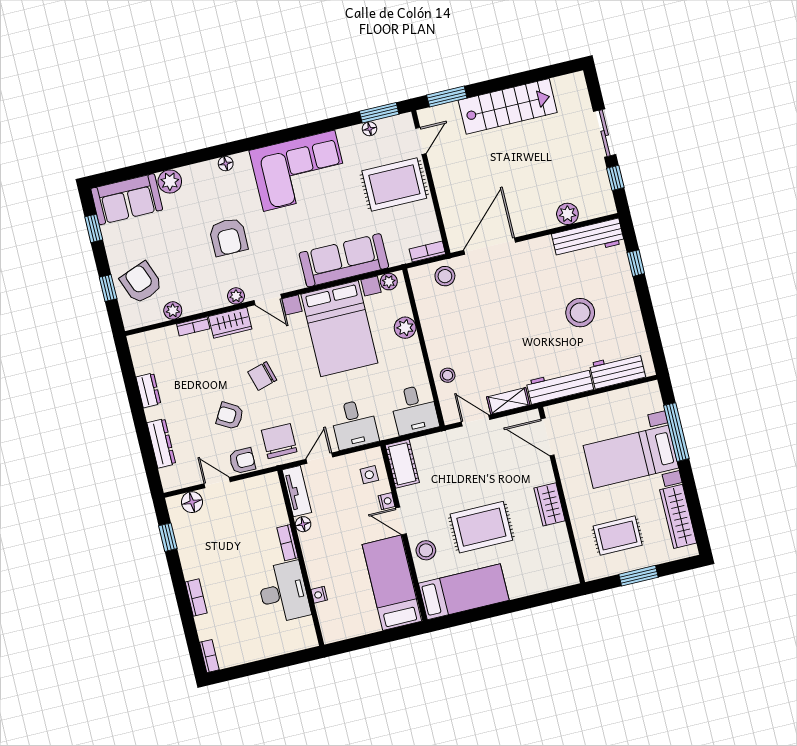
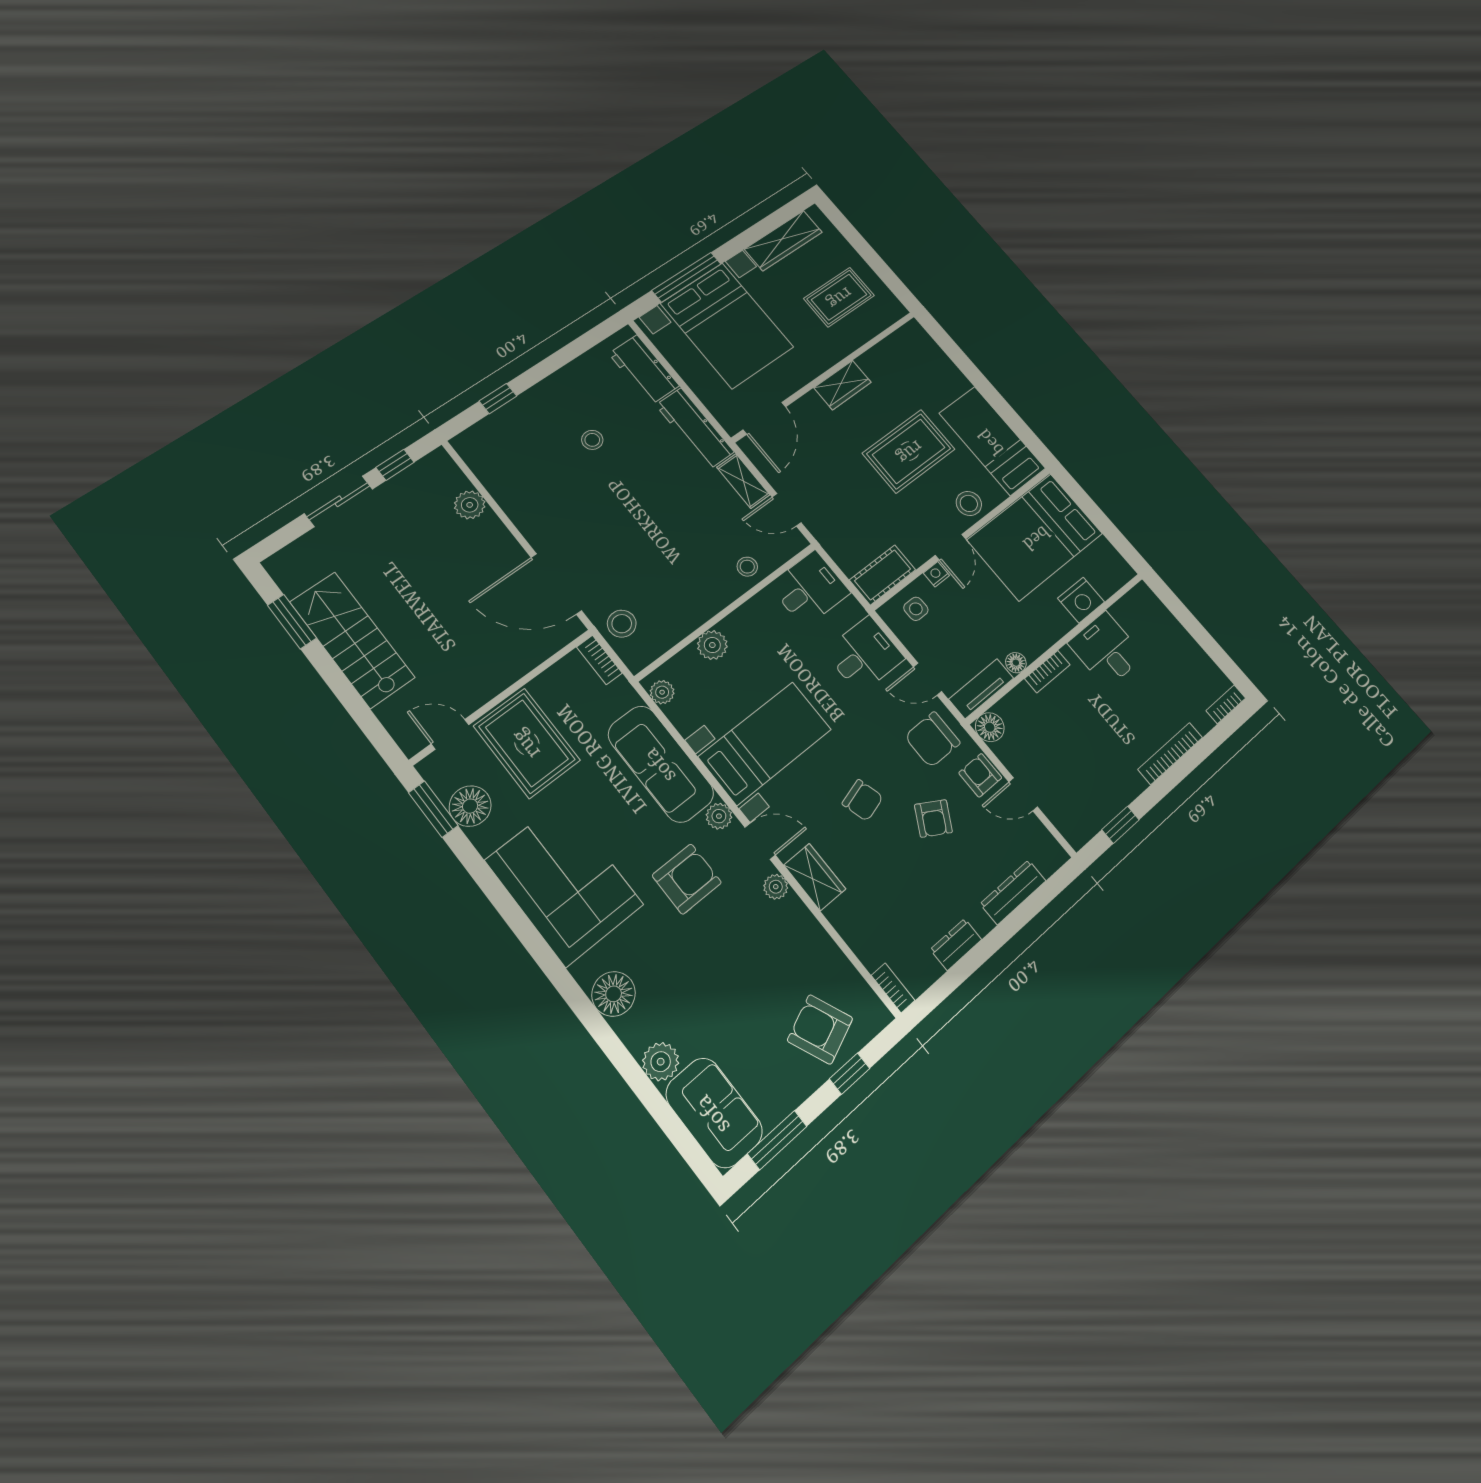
window: (447, 97) -> (292, 622), moved
floor lamp: (370, 129) -> (470, 806), width x1.89, depth x1.89
floor lamp: (226, 164) -> (614, 994), width x1.89, depth x1.89
window: (94, 228) -> (777, 1140), width x1.50
armchair: (228, 237) -> (687, 879), moved
workbench: (588, 238) -> (491, 467), removed
armchair: (141, 283) -> (820, 1029), turned 88
door: (268, 299) -> (760, 841), hinge flipped
plant: (173, 311) -> (719, 816), moved
stool: (580, 313) -> (592, 440), width x0.53, depth x0.53
bookcase: (193, 326) -> (893, 988), moved
bed with nightstands: (339, 329) -> (765, 743), width x0.73
door: (475, 421) -> (787, 510), hinge flipped
bed with nightstands: (631, 457) -> (727, 325), width x1.36
door: (217, 483) -> (1023, 794), hinge flipped
floor lamp: (192, 502) -> (990, 727), moved
rug: (481, 527) -> (909, 451), turned 90
rug: (618, 536) -> (839, 297), turned 90
window: (638, 576) -> (872, 258), removed
bed: (392, 583) -> (1035, 537), width x1.50
desk: (283, 592) -> (1106, 650), width x0.73
nightstand: (319, 595) -> (1081, 600), width x1.89, depth x1.79
bookcase: (196, 598) -> (1170, 753), width x1.56

